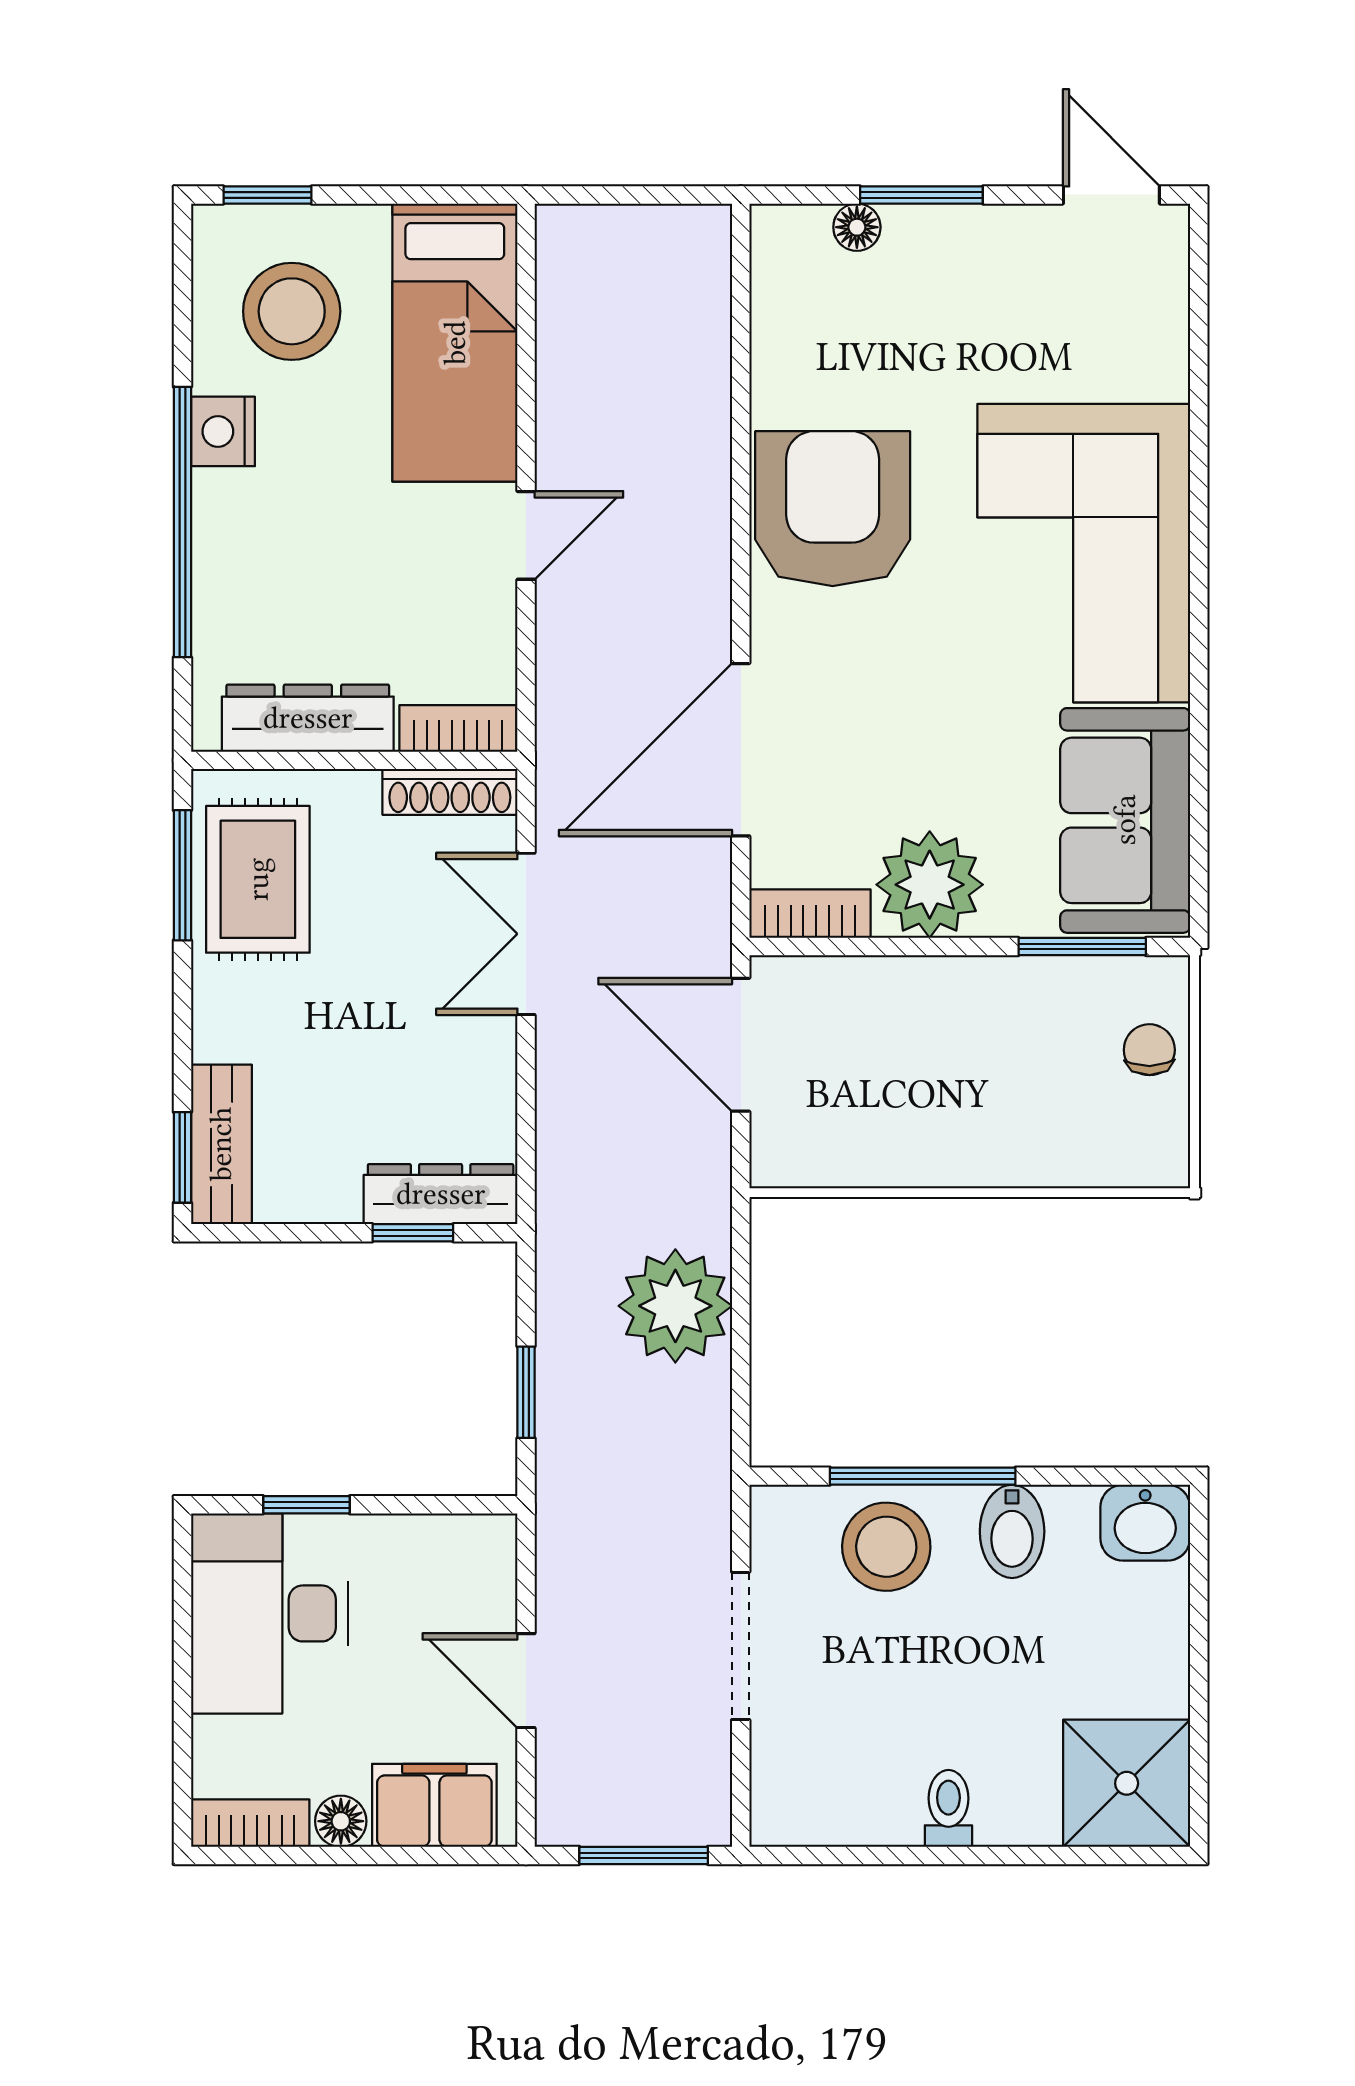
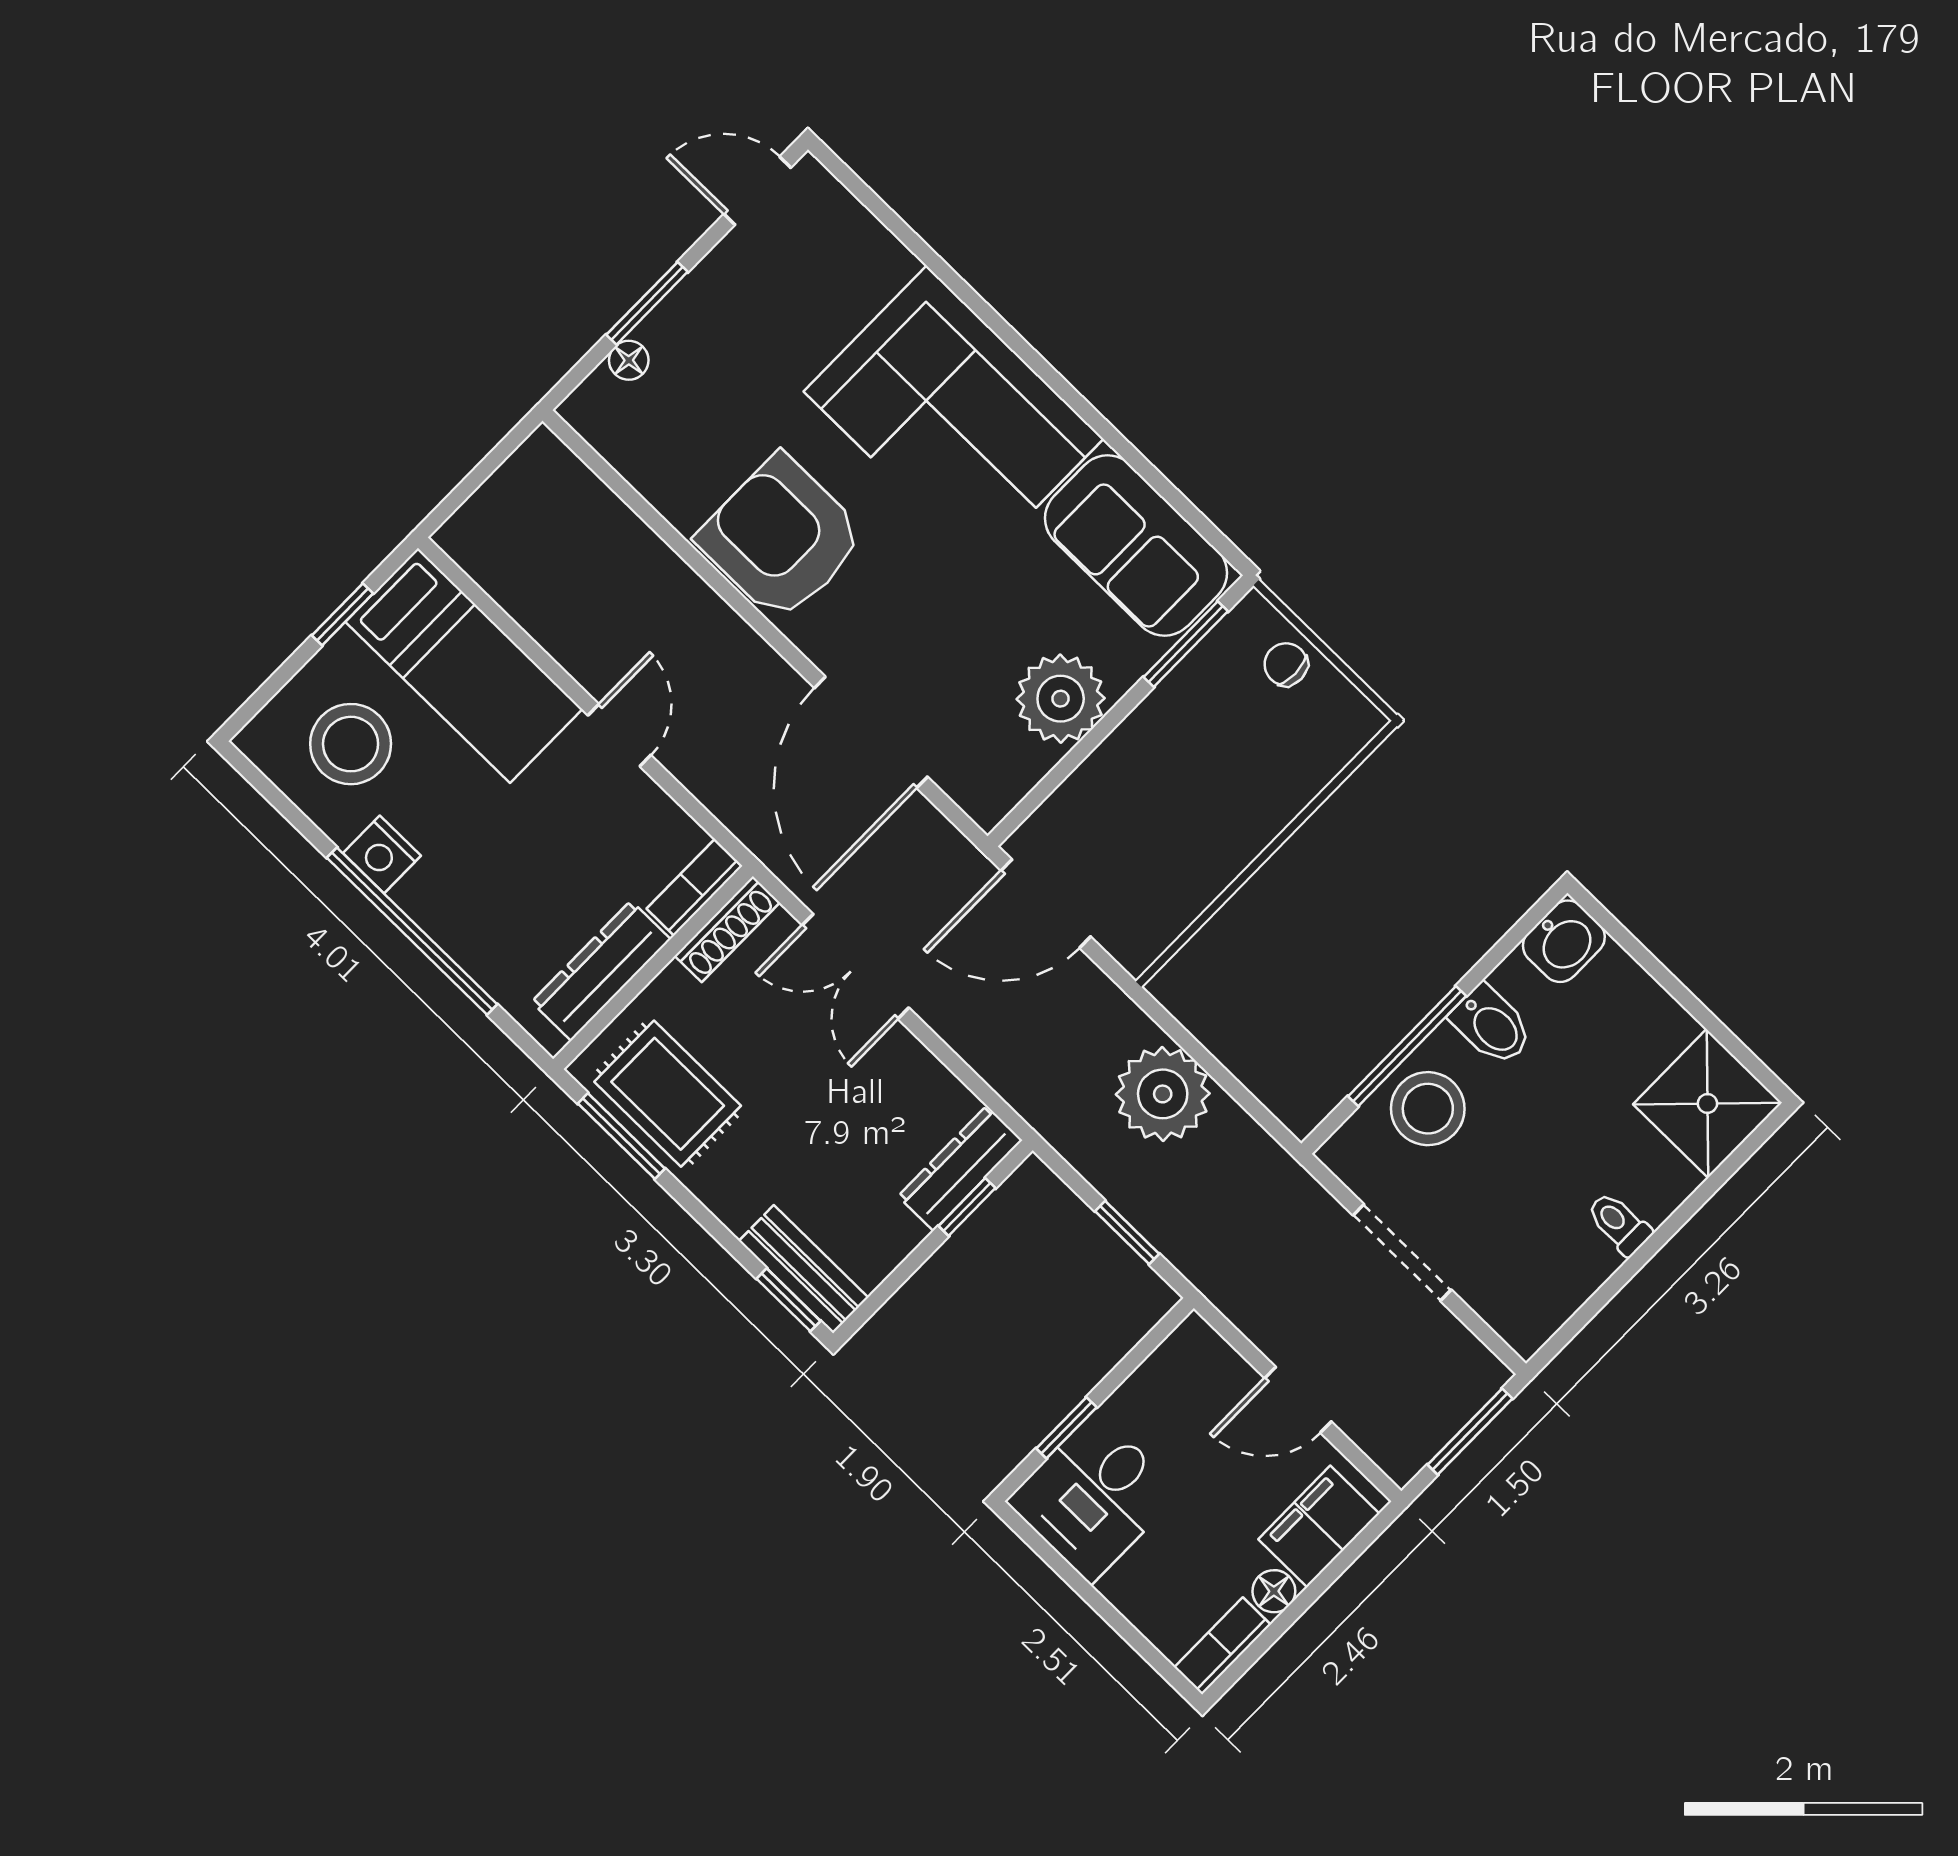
window: (267, 195) -> (343, 614), moved
bookcase: (810, 914) -> (1008, 786), removed
desk: (270, 1613) -> (1093, 1497), width x0.73

